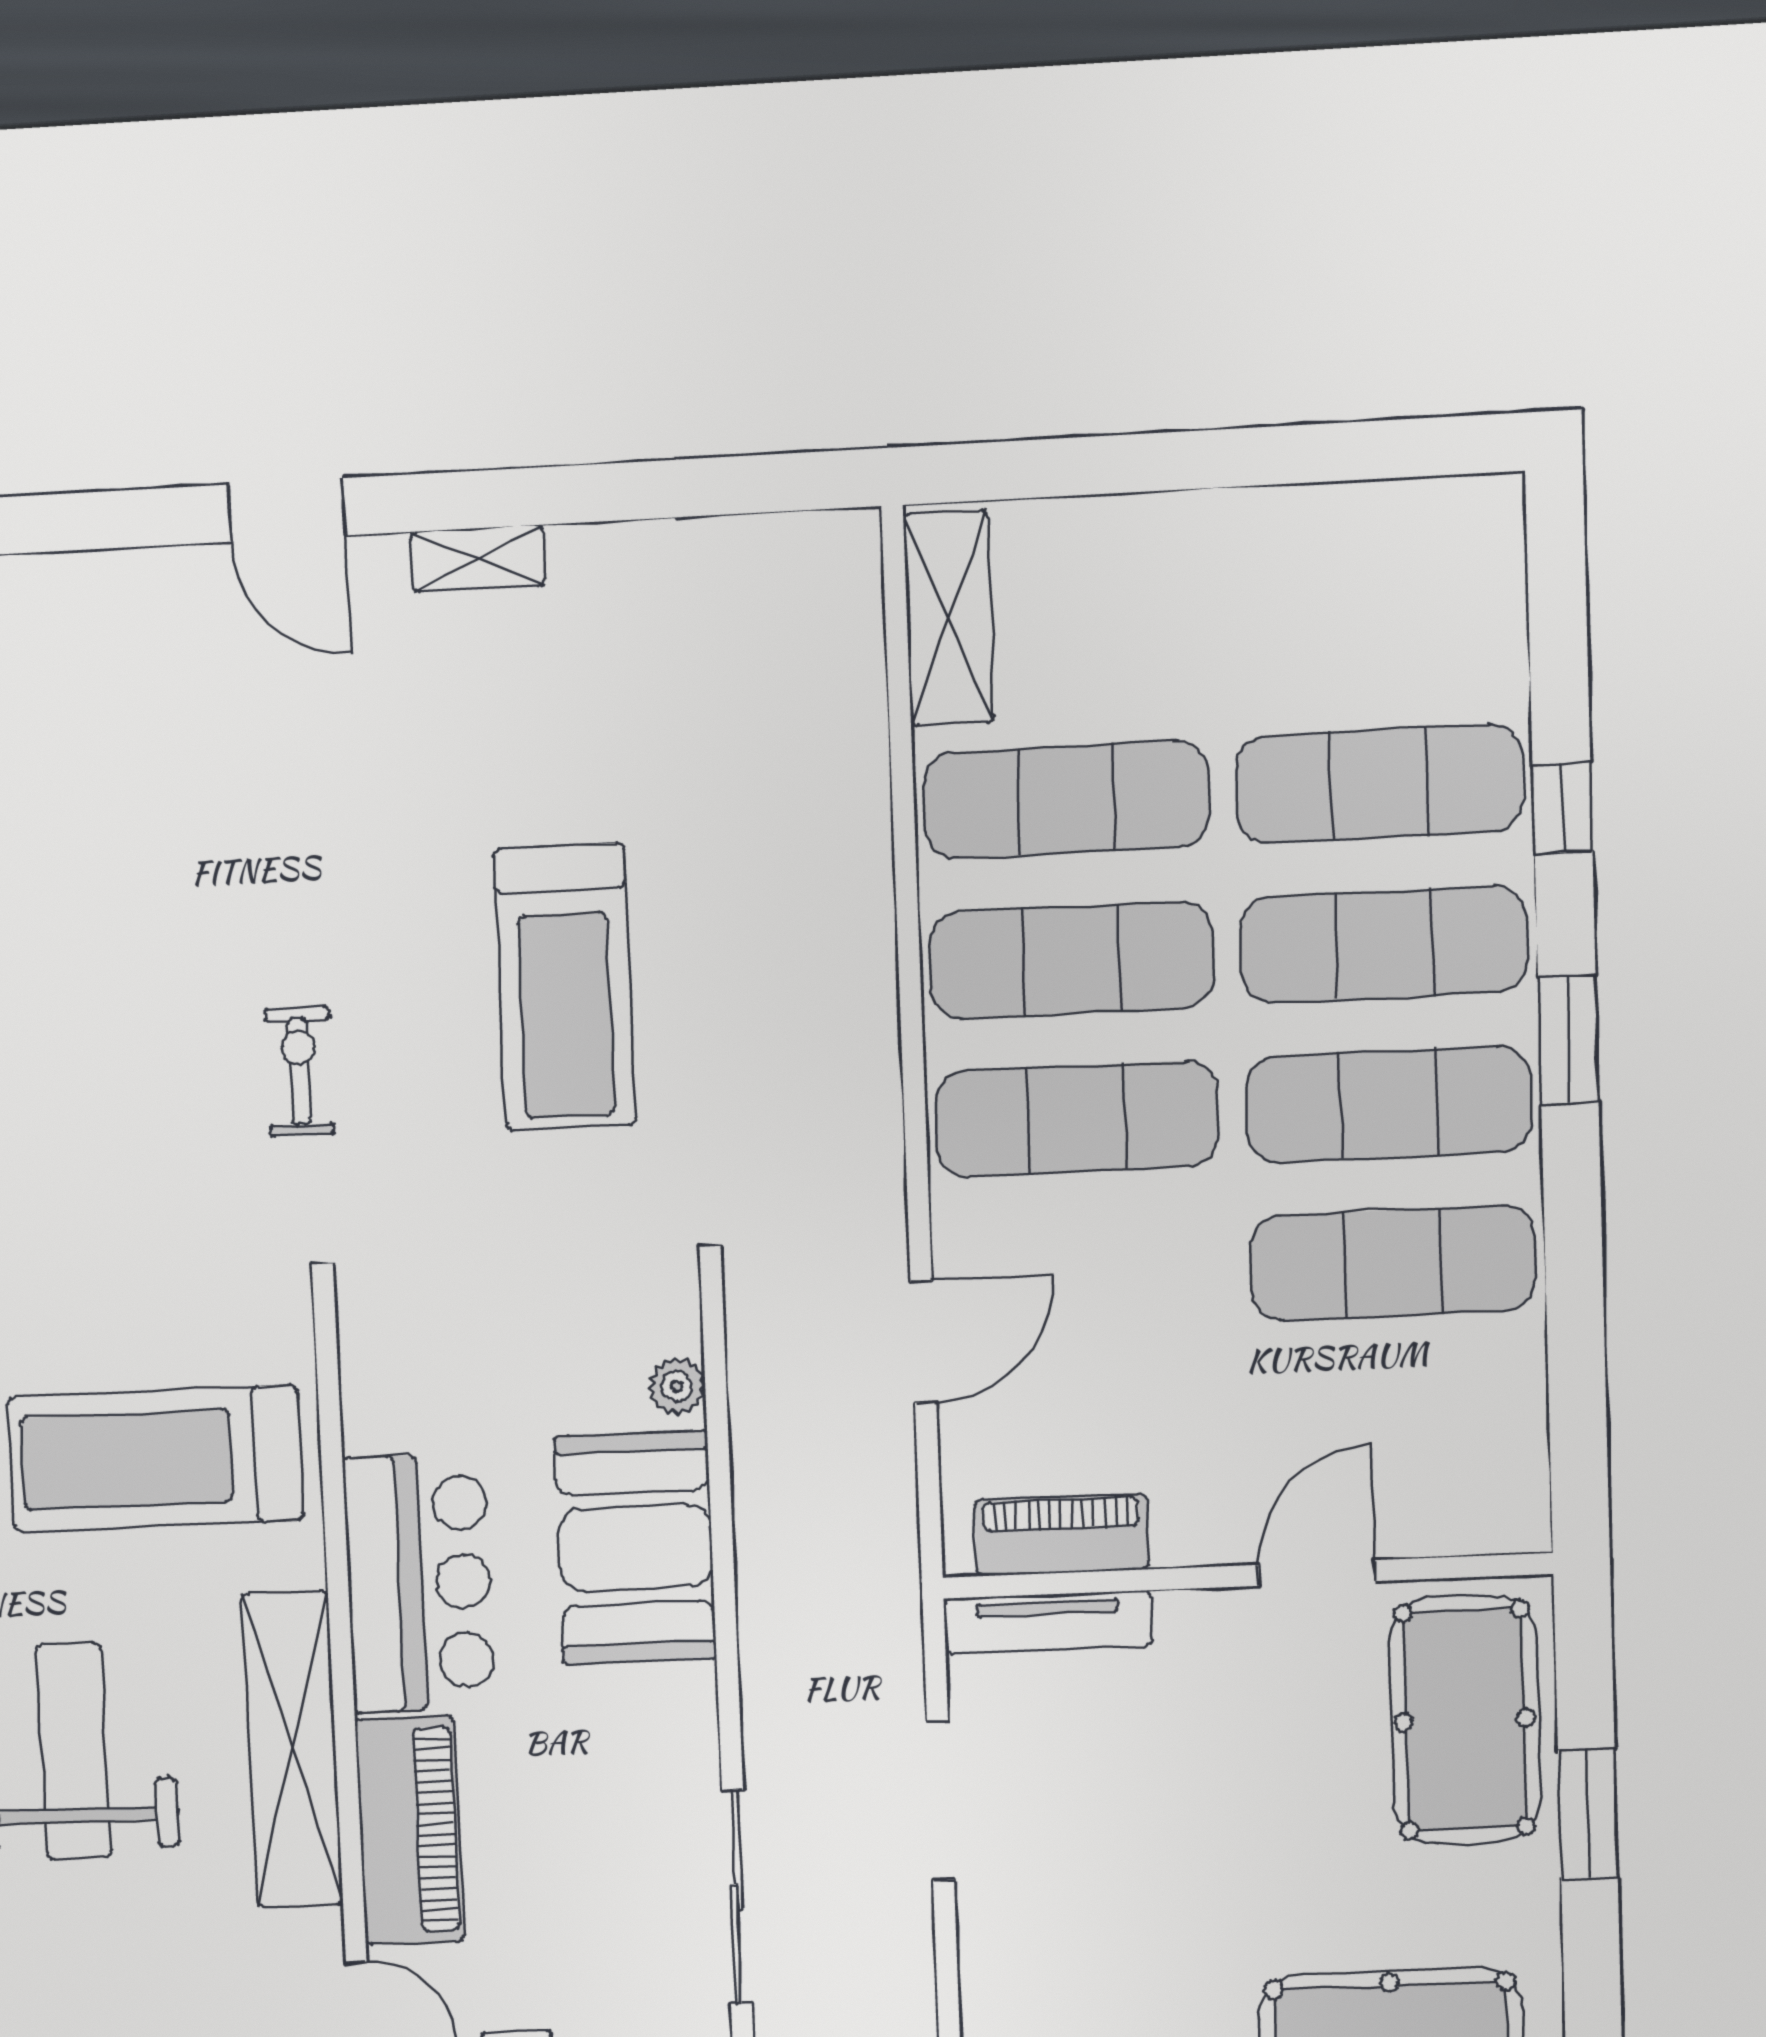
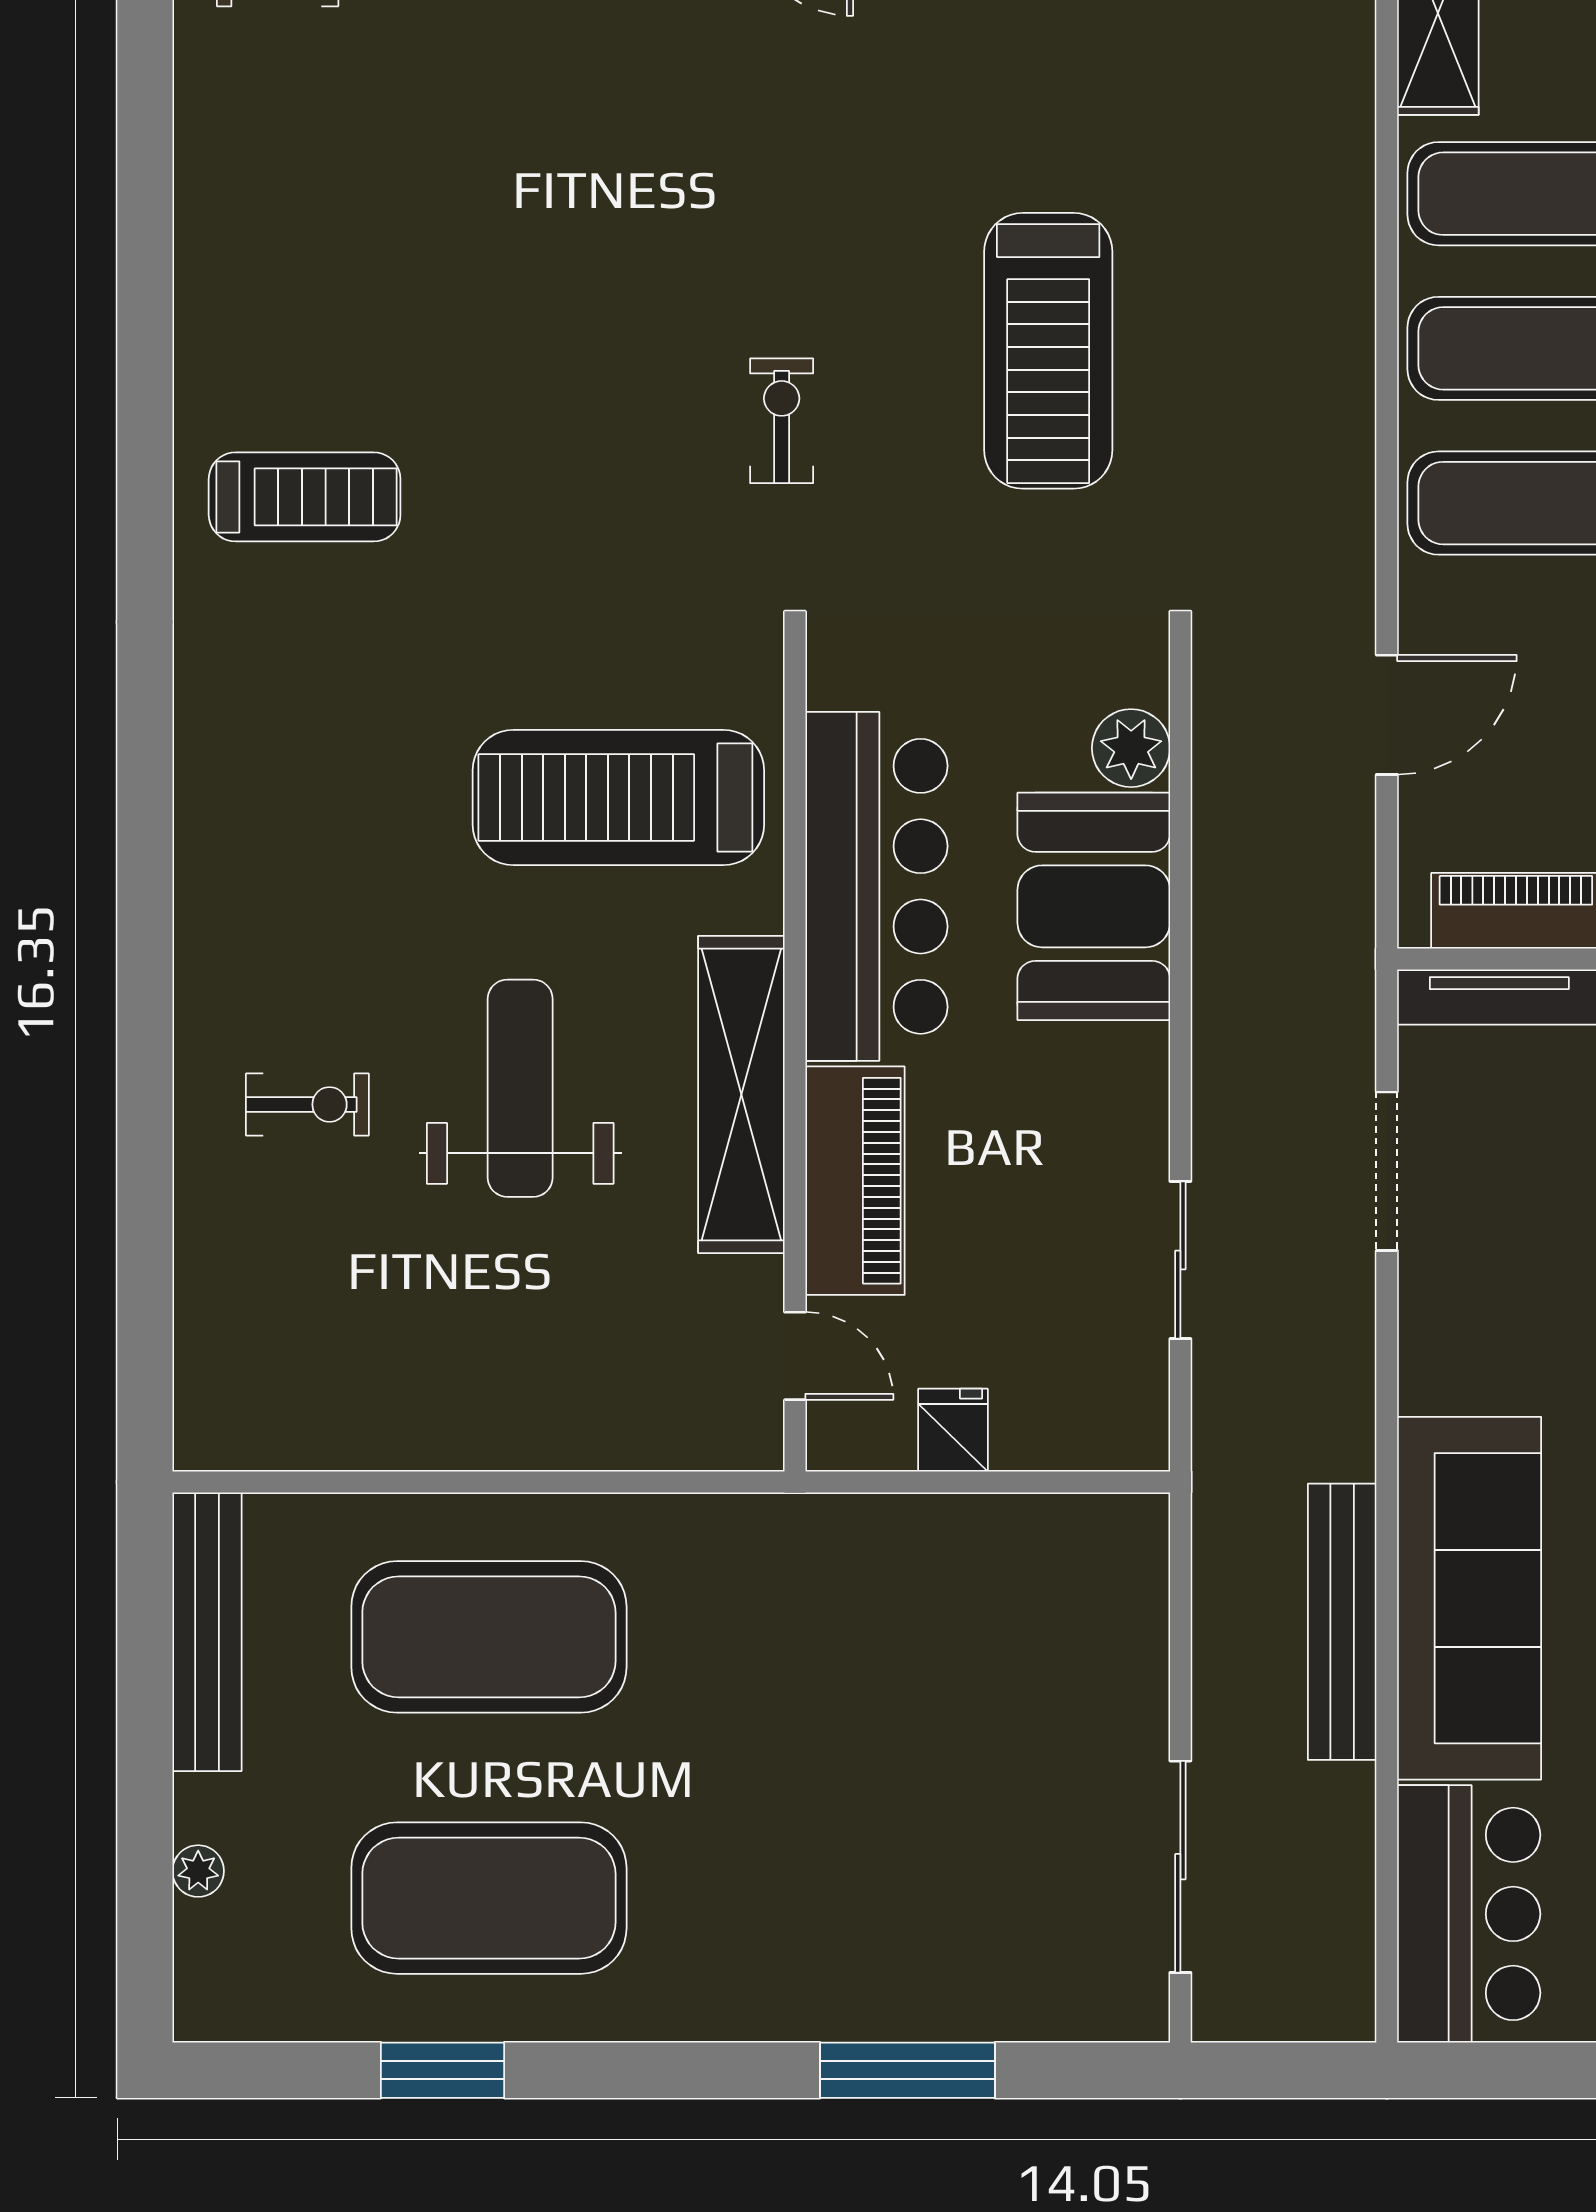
plant: (677, 1386) -> (1131, 748), width x1.38, depth x1.38
bar counter: (419, 1583) -> (876, 886), width x1.36
sliding door: (737, 1897) -> (1180, 1260), width x0.73

